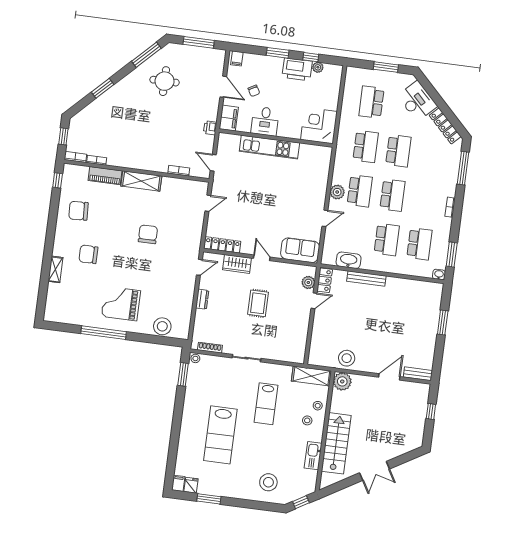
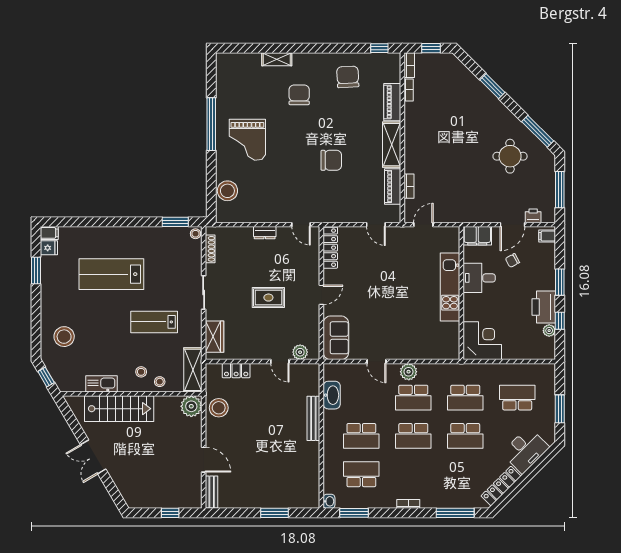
printer: (210, 128) -> (533, 216), moved
piano: (177, 185) -> (393, 186), added
school desk: (419, 244) -> (361, 474), turned 180
wardrobe: (237, 264) -> (215, 337), moved, turned 180
locker: (325, 280) -> (236, 371), moved
grand piano: (121, 304) -> (247, 140), turned 180

